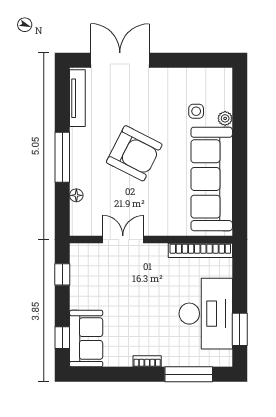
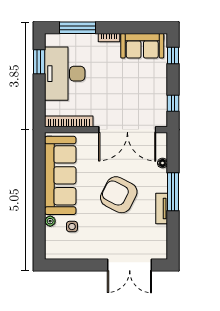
tv unit: (77, 98) -> (162, 208), moved, width x0.71
double door: (123, 239) -> (127, 130), width x1.87
sofa: (86, 339) -> (142, 46), moved, turned -90

